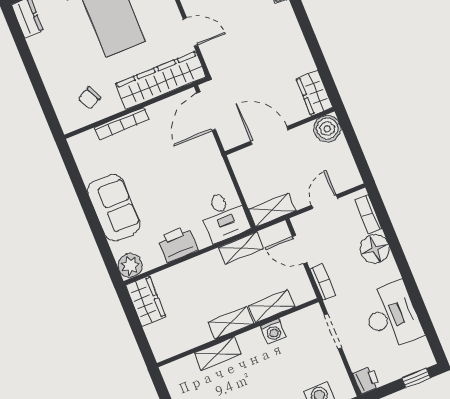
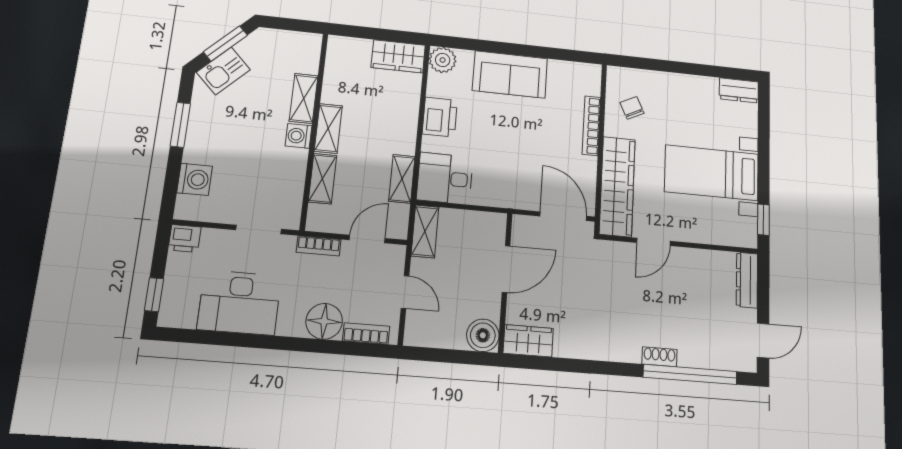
washing machine: (273, 331) -> (299, 136), moved

